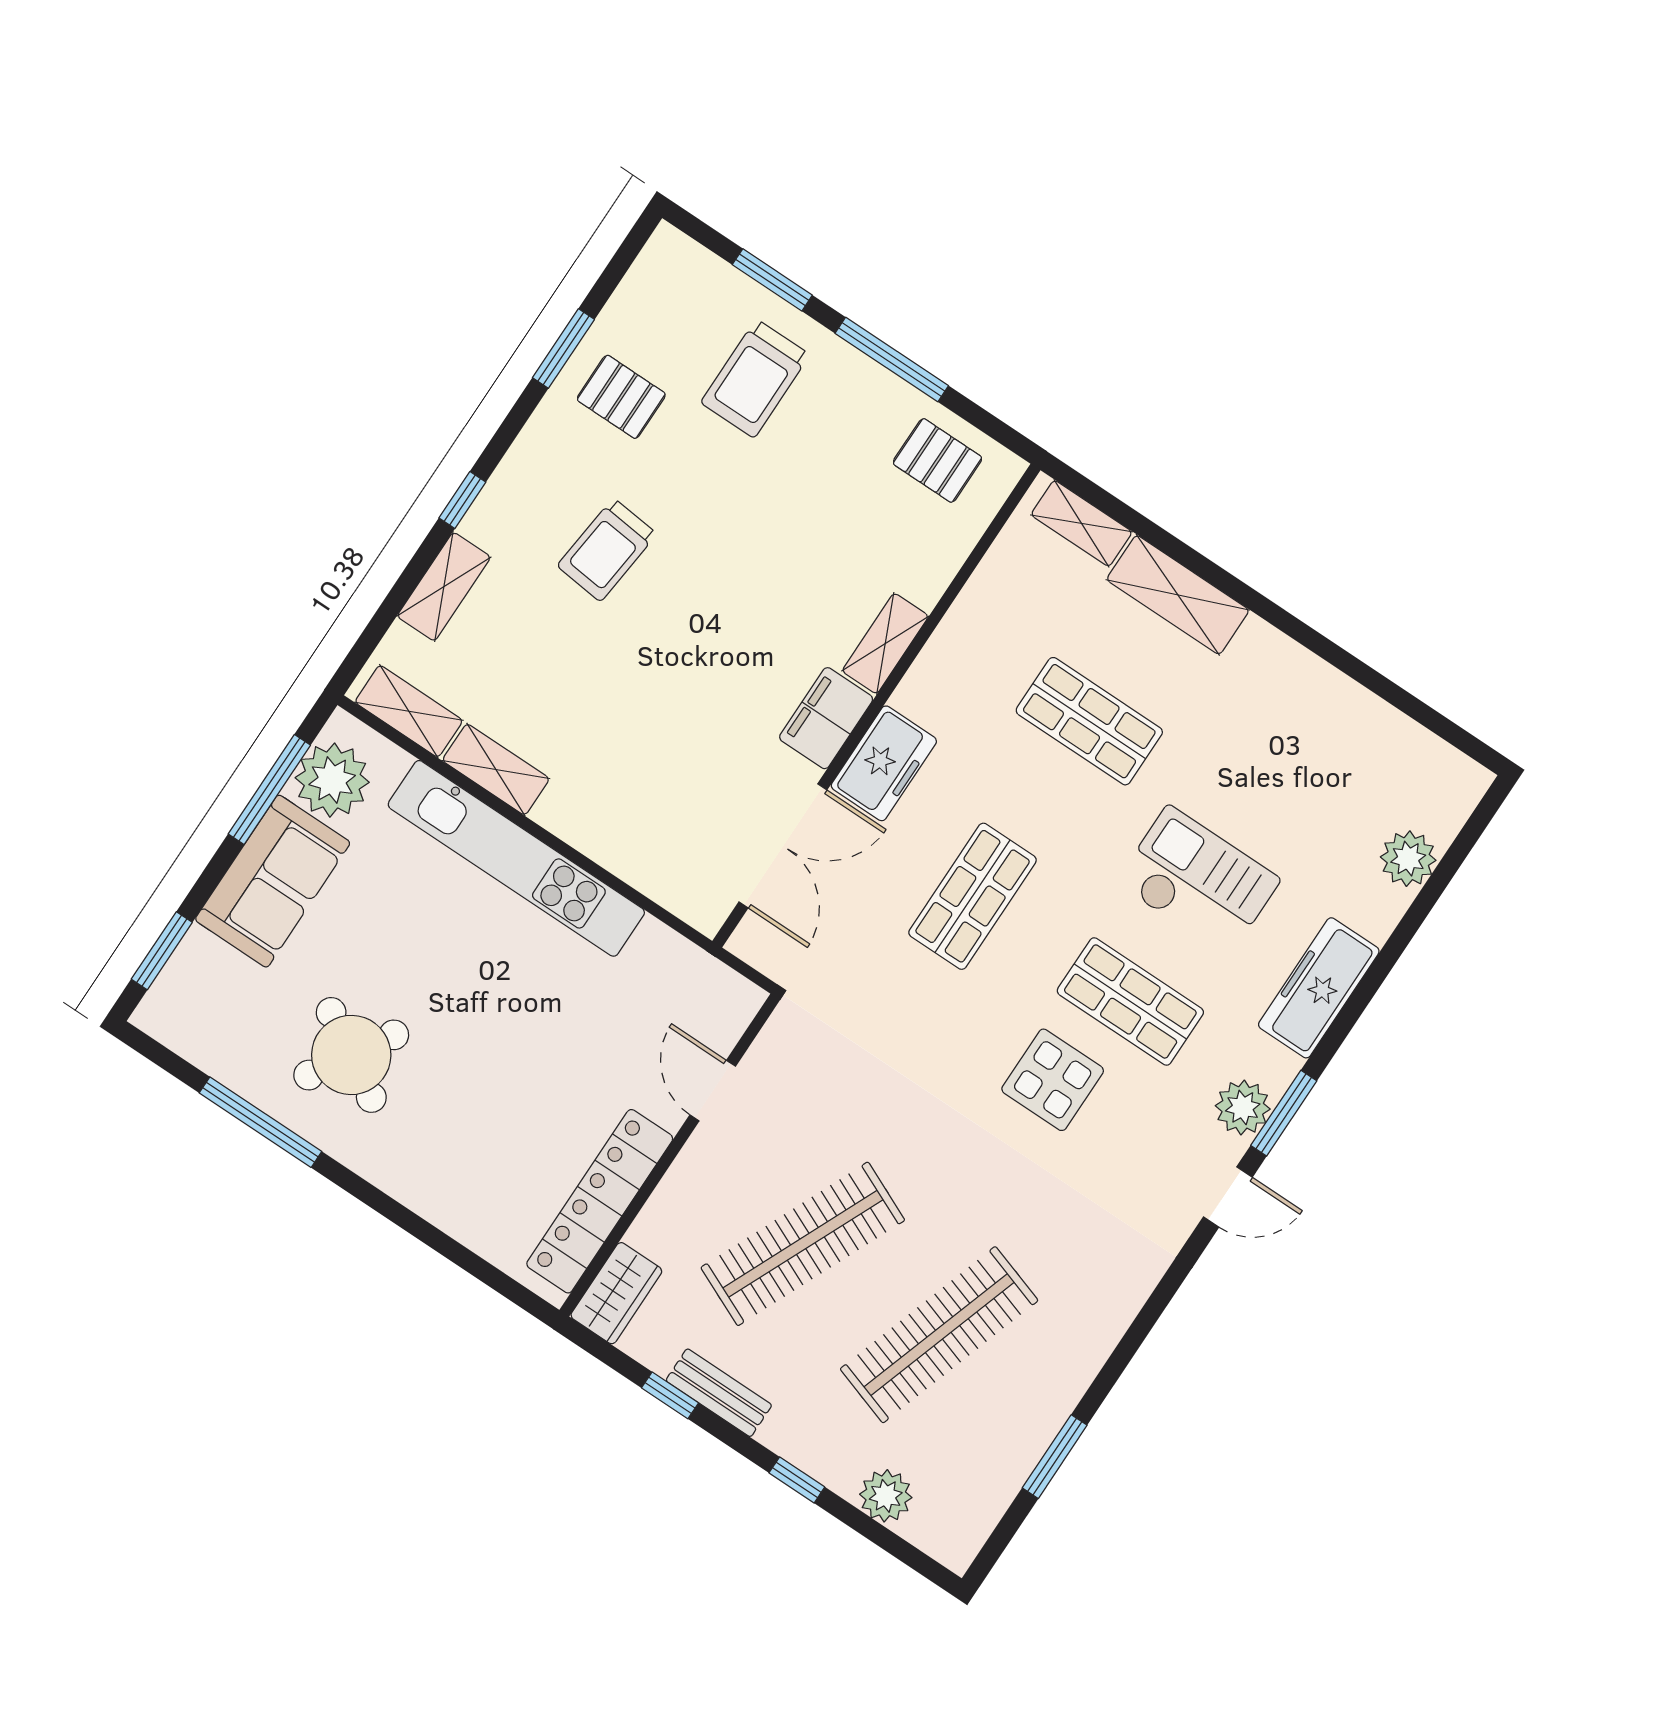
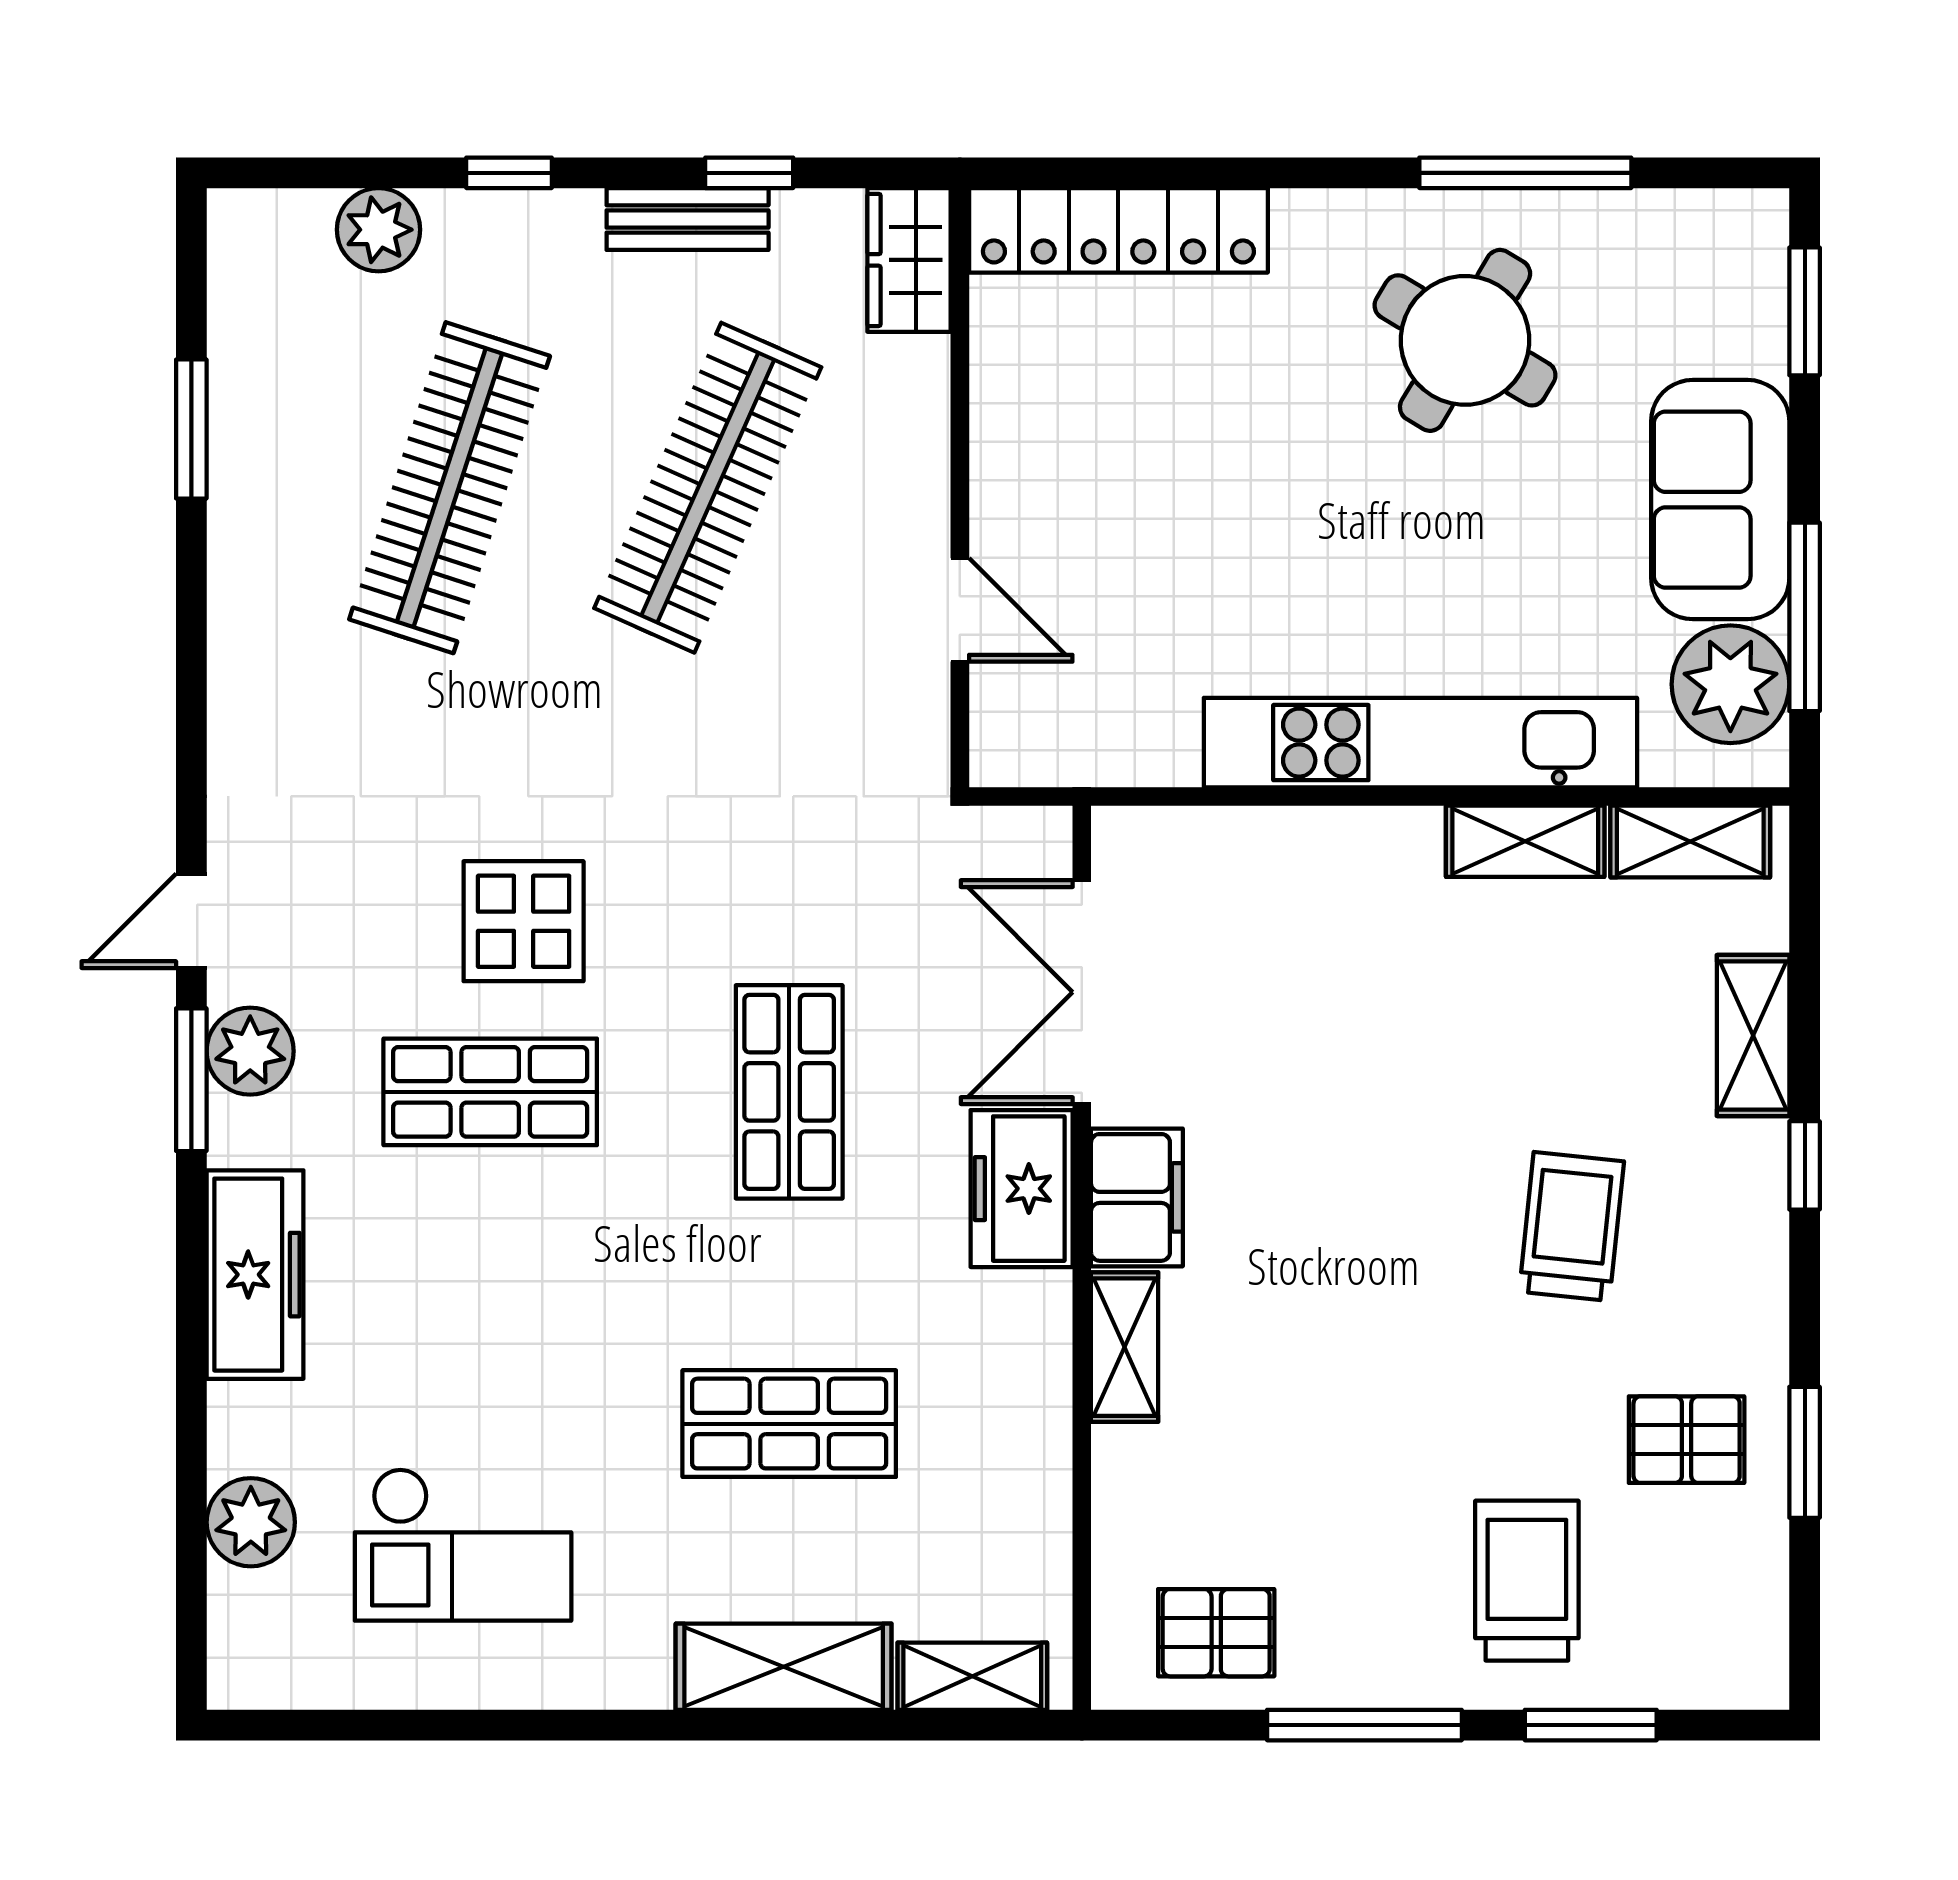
checkout: (1198, 881) -> (463, 1545), moved
locker: (600, 1201) -> (1118, 230), moved, turned 90

